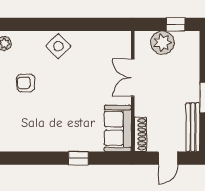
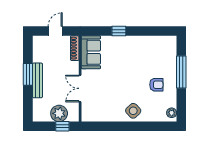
window: (175, 24) -> (62, 126), moved
double door: (133, 78) -> (80, 88), swing flipped
bench: (193, 127) -> (37, 80), moved

